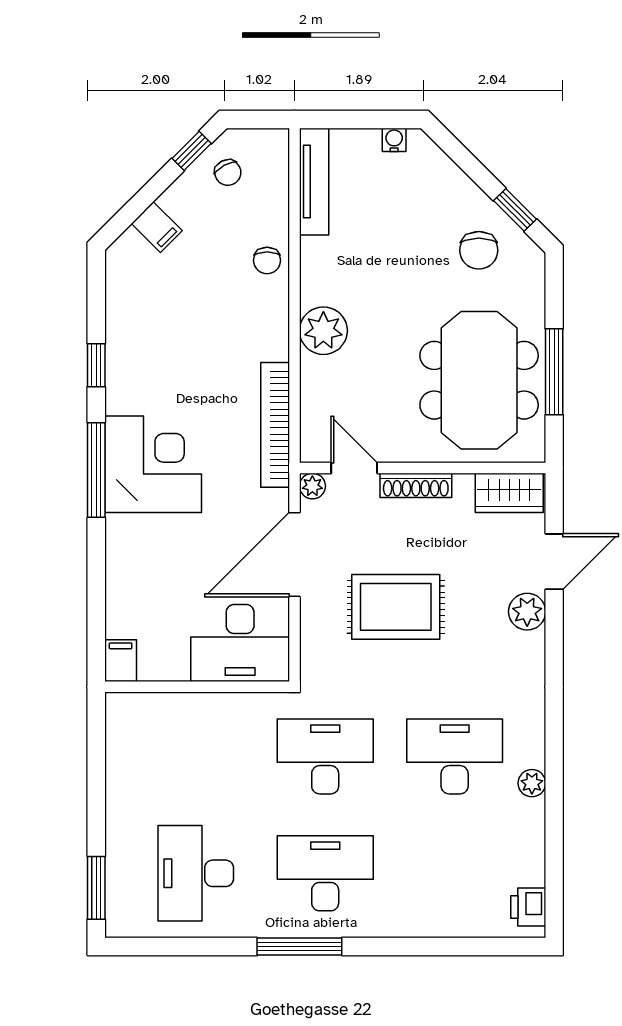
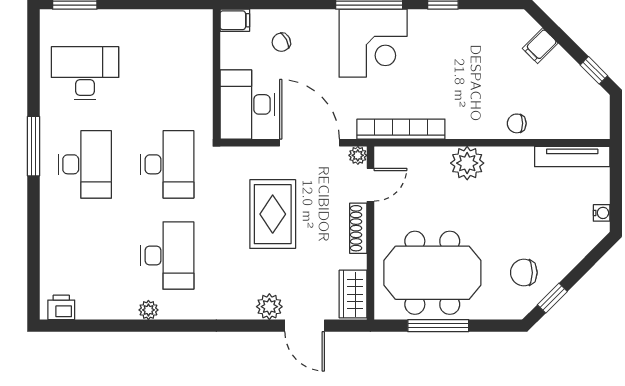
chair: (228, 173) -> (281, 42), moved

